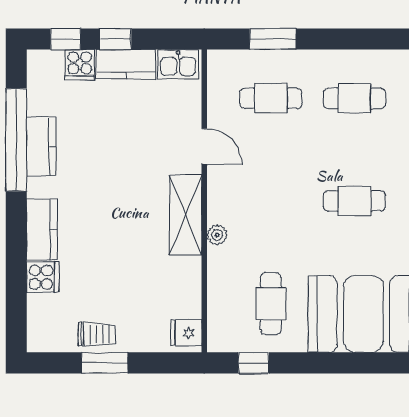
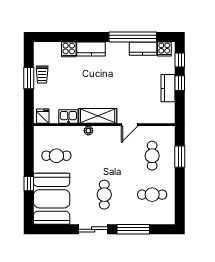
kitchen sink: (178, 64) -> (68, 117), moved, turned 90
cooker: (80, 65) -> (164, 49), moved, turned -90
cafe table: (354, 98) -> (152, 195), turned 90
kitchen counter: (41, 146) -> (143, 49), moved
window: (254, 363) -> (29, 184), moved

